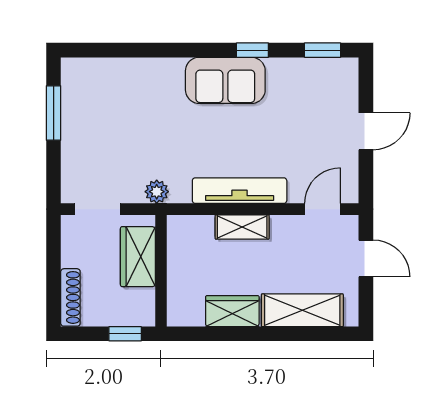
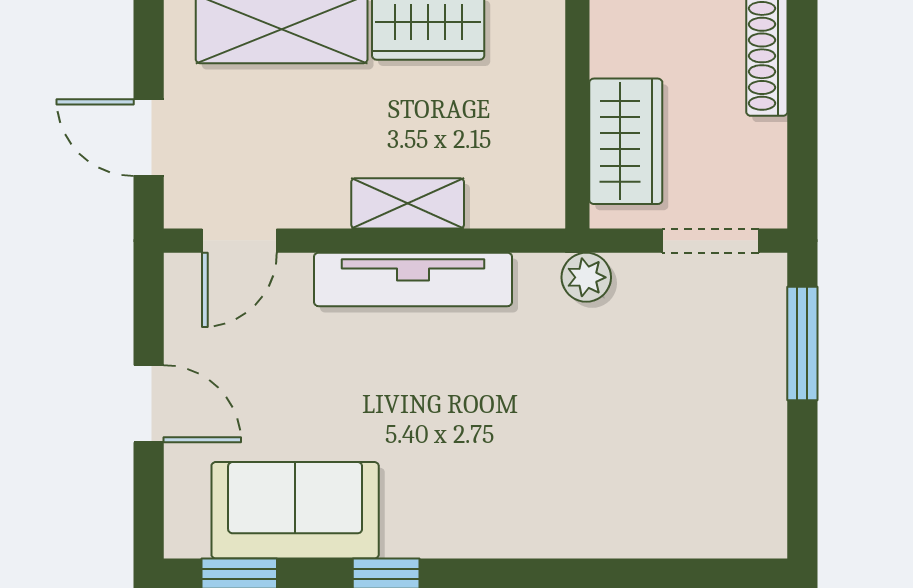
sofa: (225, 80) -> (295, 510), moved
window: (54, 113) -> (802, 344), moved
door: (366, 131) -> (149, 404), swing flipped

